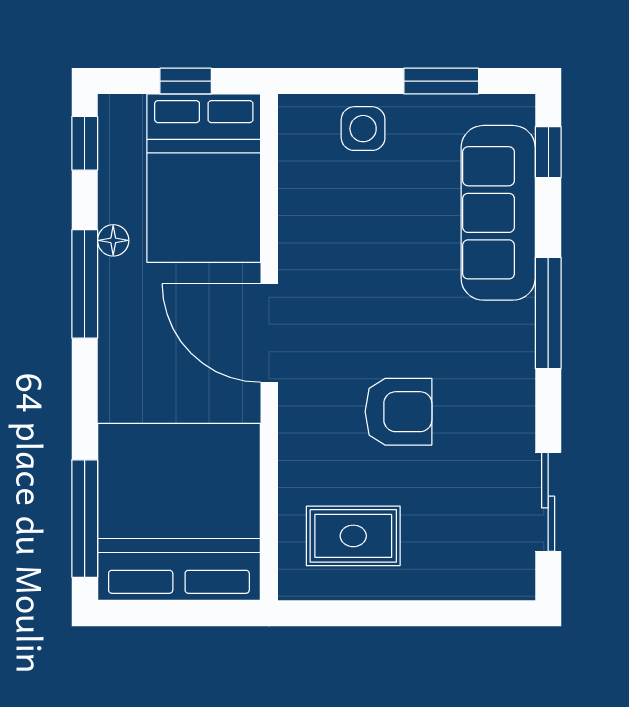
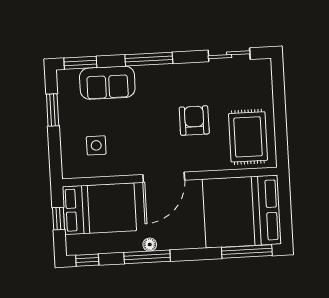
side table: (363, 129) -> (96, 145), moved
window: (548, 152) -> (80, 63), width x1.50
sofa: (498, 213) -> (107, 83), width x0.73
floor lamp: (113, 240) -> (150, 245), moved
rug: (353, 536) -> (248, 137), width x1.36, depth x1.43

